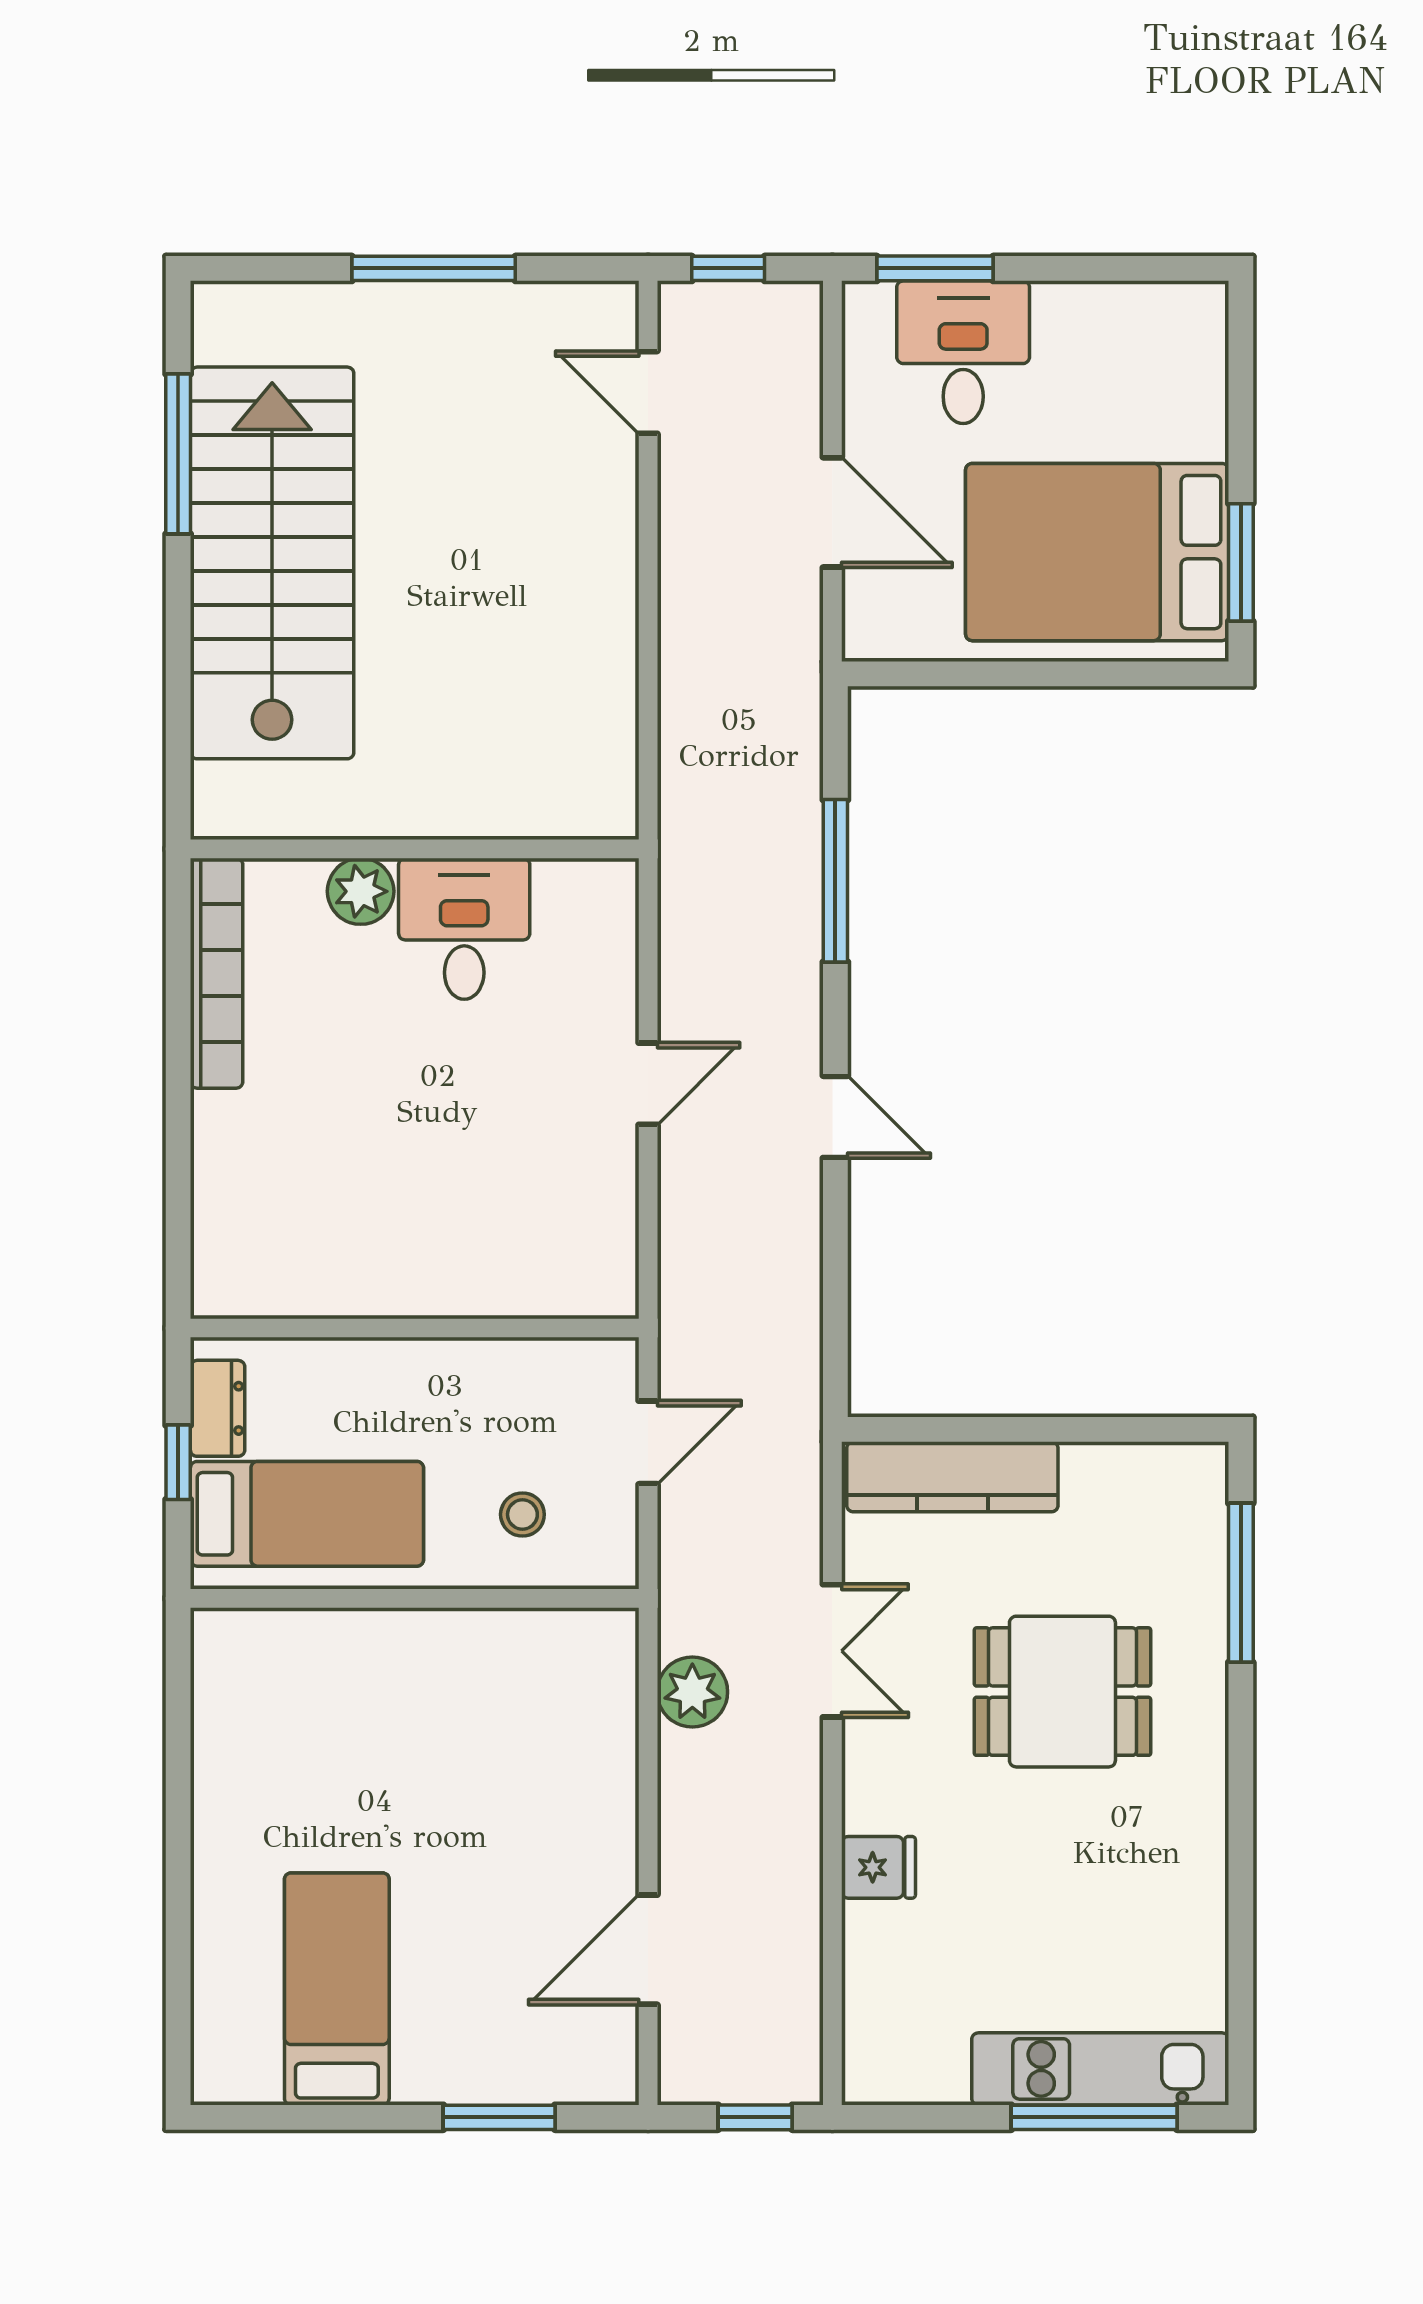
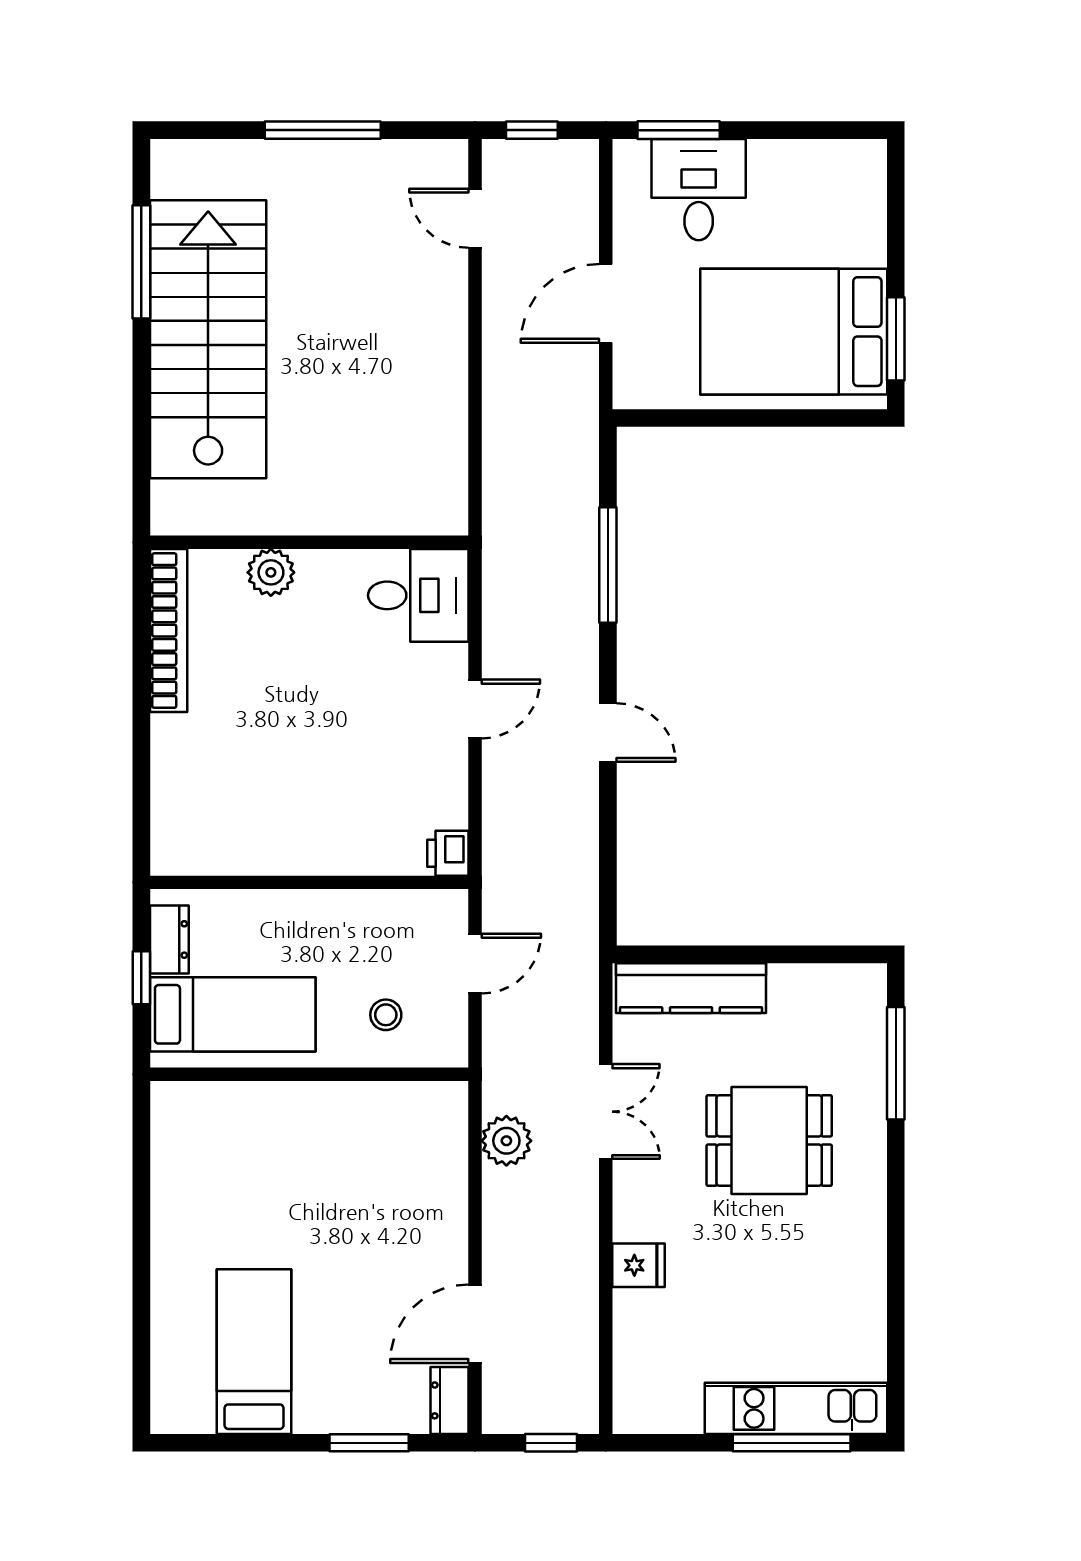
door: (832, 512) -> (606, 303), swing flipped
desk: (464, 929) -> (418, 595), moved, turned 90
printer: (610, 1287) -> (448, 853), added
dresser: (612, 2058) -> (450, 1400), added

